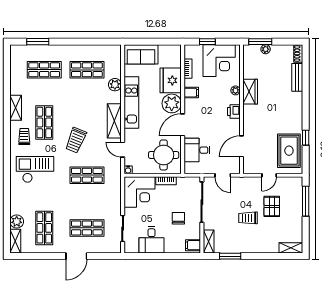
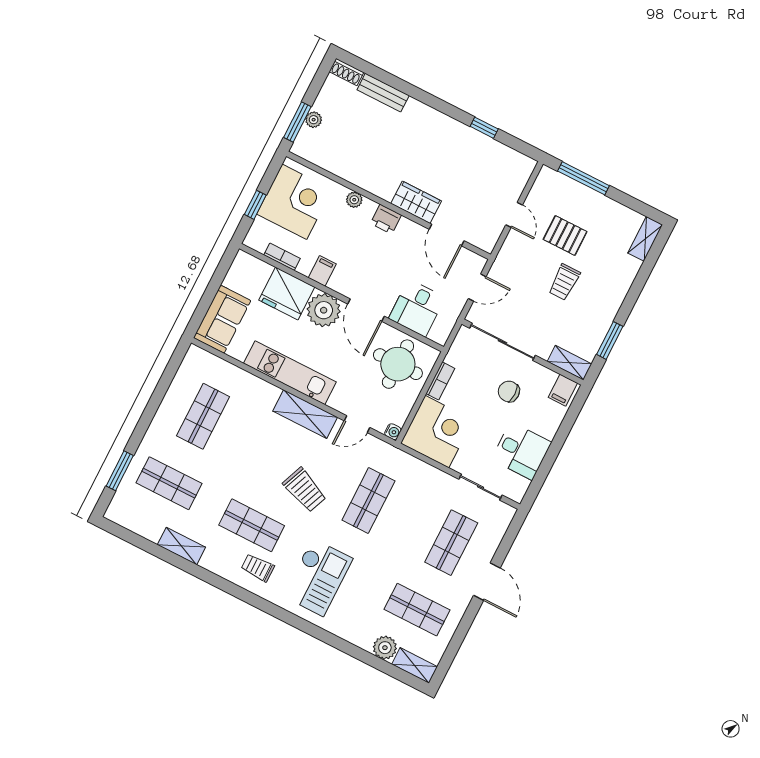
shop shelf: (44, 70) -> (169, 483), turned 90
plant: (115, 85) -> (249, 384), removed
wardrobe: (250, 92) -> (416, 202), moved
shelving: (16, 108) -> (181, 546), moved
rug: (289, 151) -> (491, 164), removed
checkout: (35, 169) -> (318, 577), turned 180

